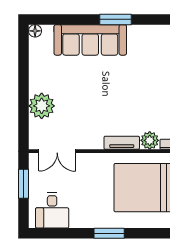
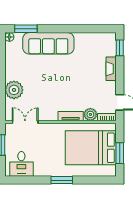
window: (116, 19) -> (26, 29), moved
double door: (57, 151) -> (25, 122), swing flipped

